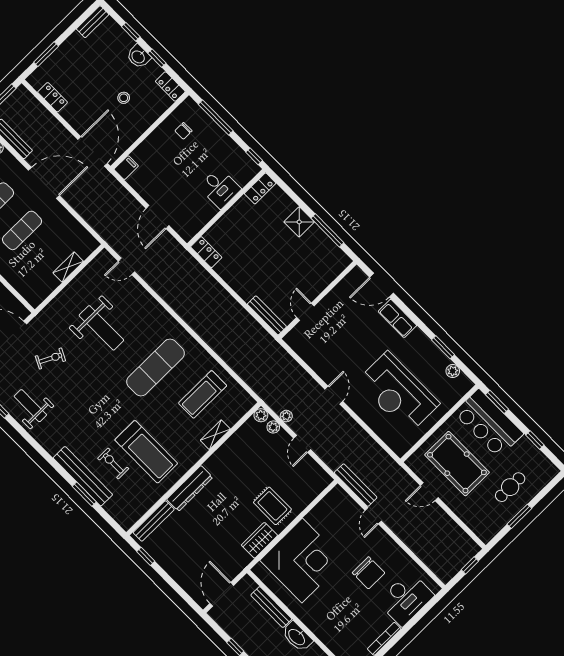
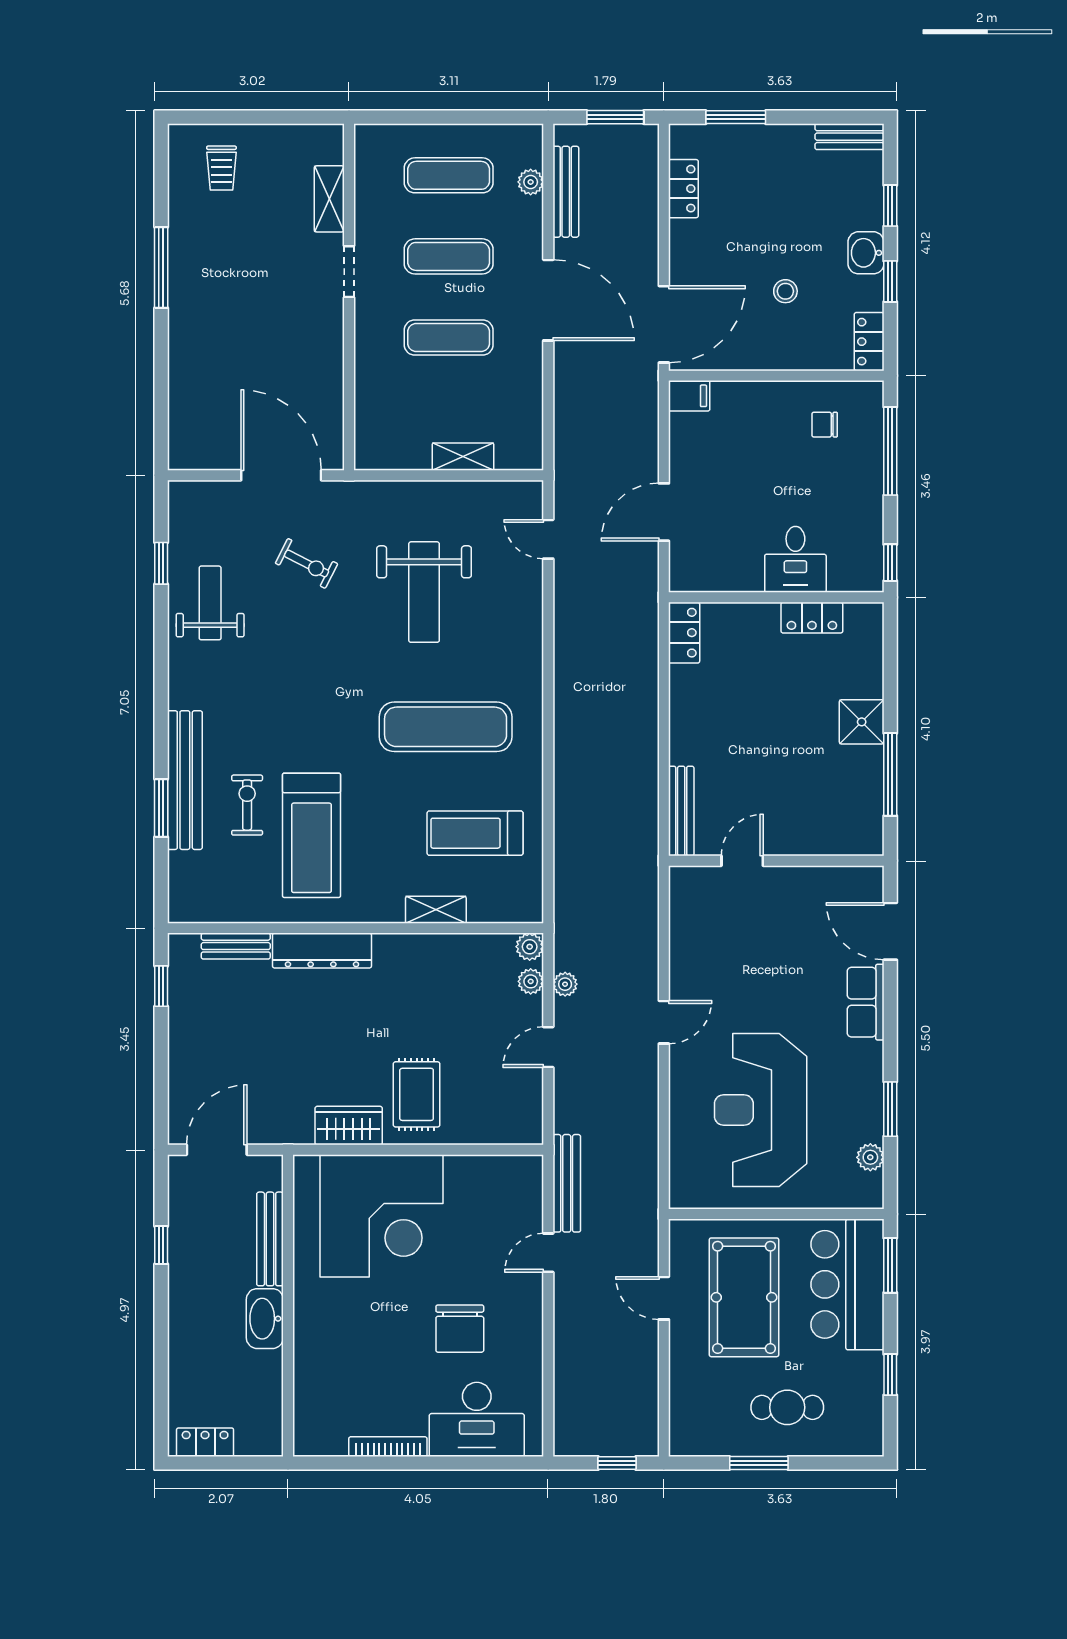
locker: (260, 188) -> (812, 618), moved
bench: (154, 521) -> (236, 946), width x0.73

